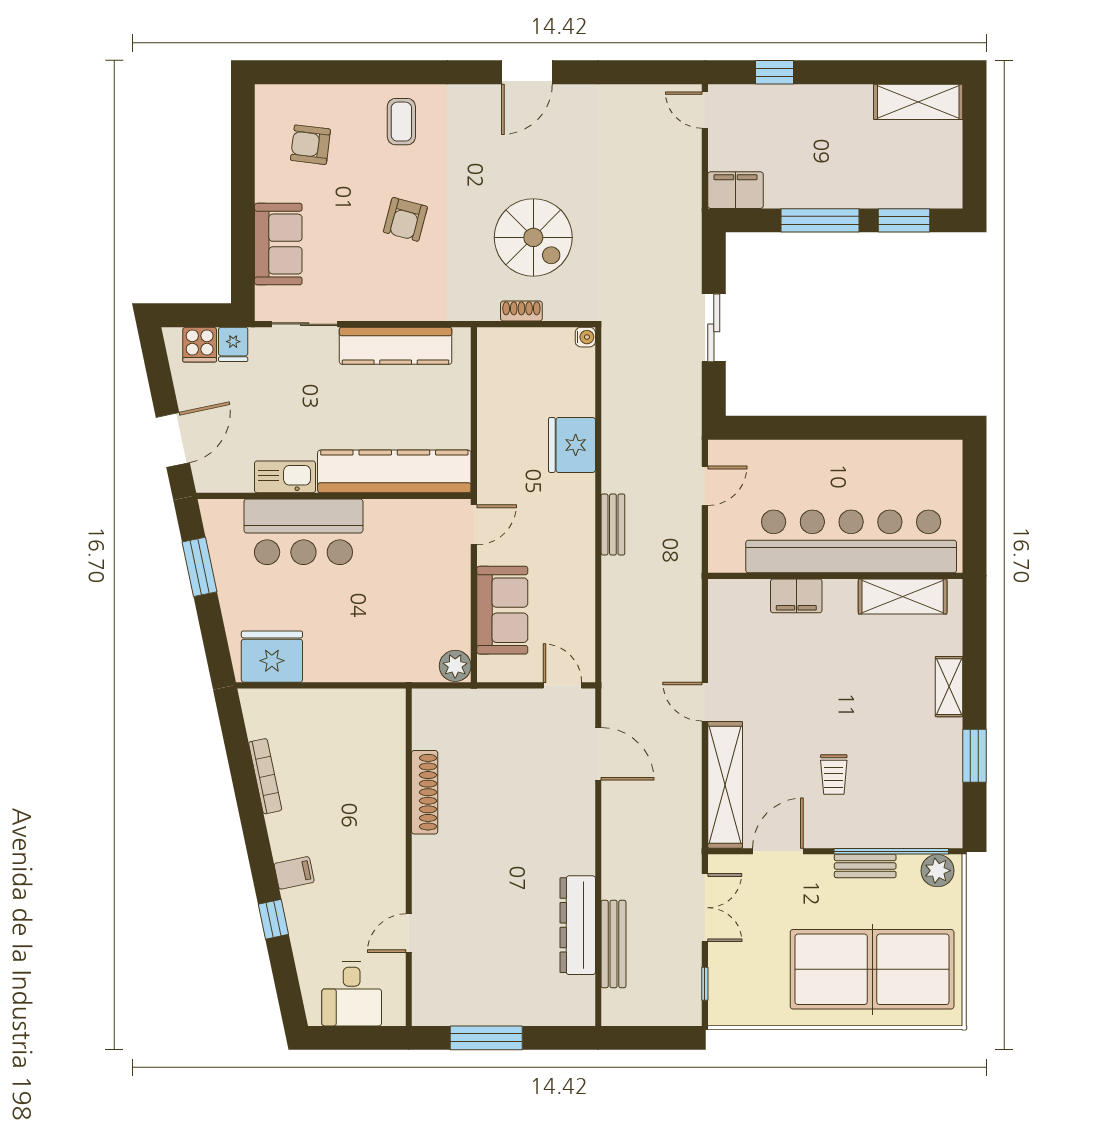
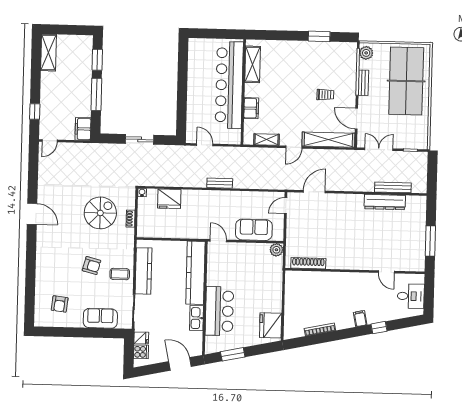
coffee table: (401, 122) -> (120, 274), moved
fridge: (572, 445) -> (169, 199), moved
shelving: (949, 687) -> (266, 140), moved
shoe rack: (425, 792) -> (308, 263), moved

